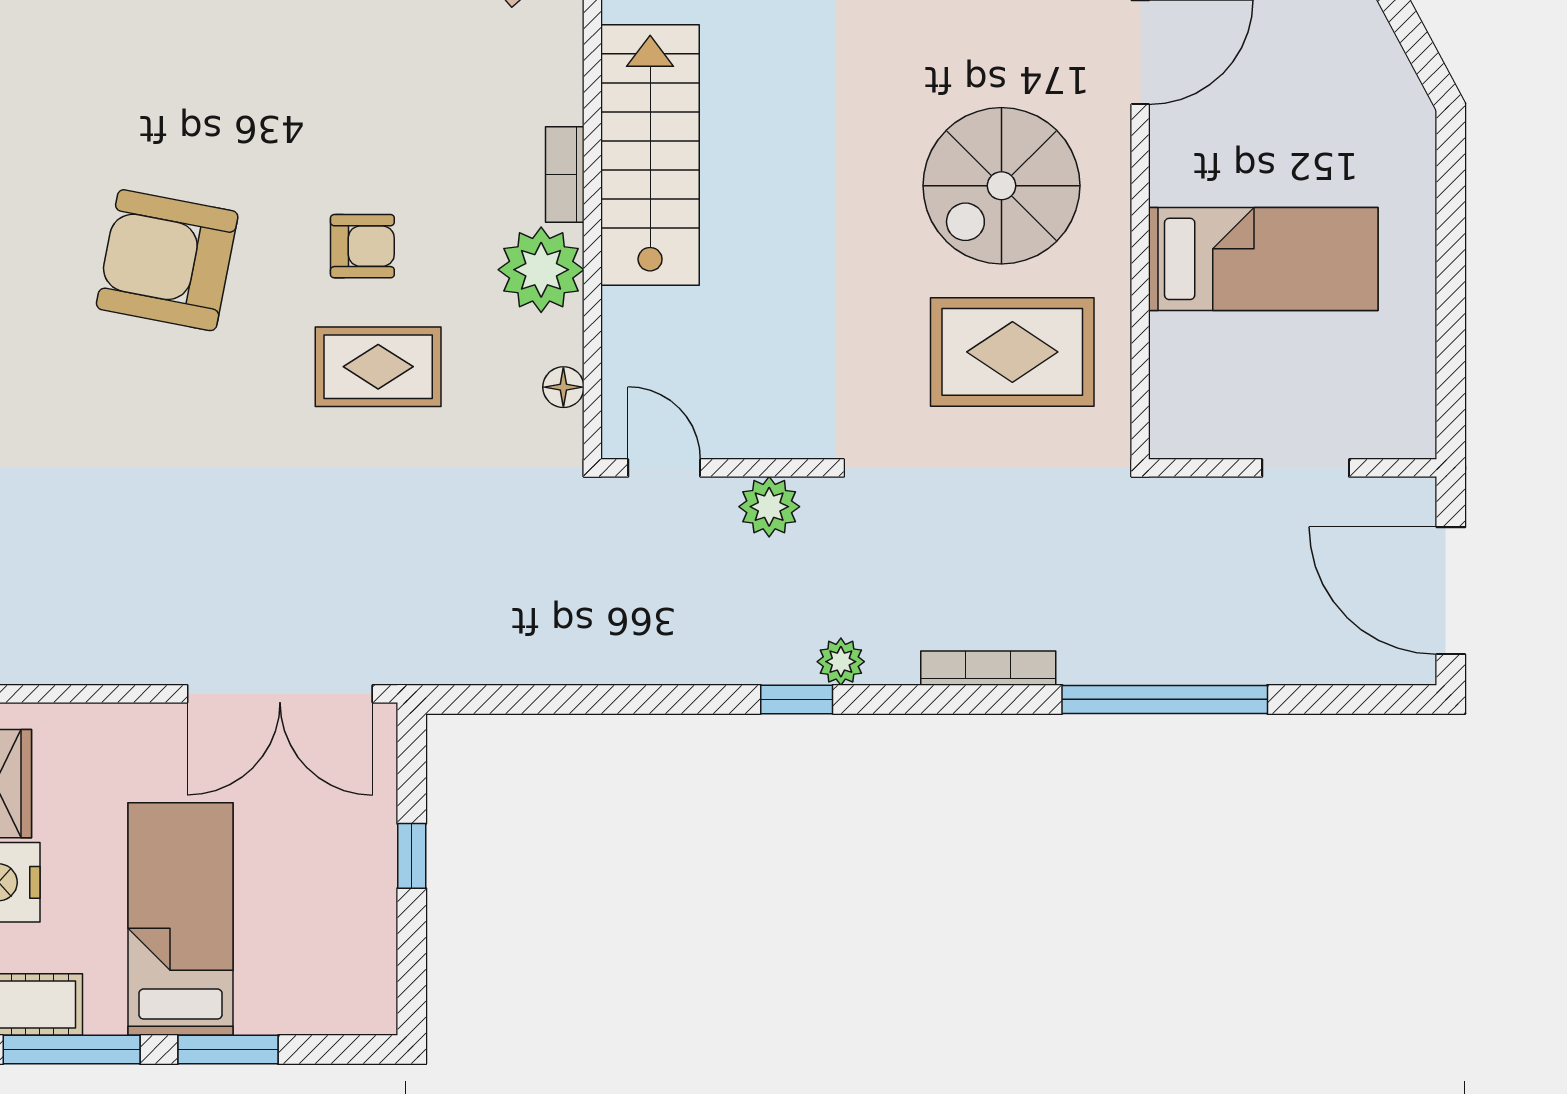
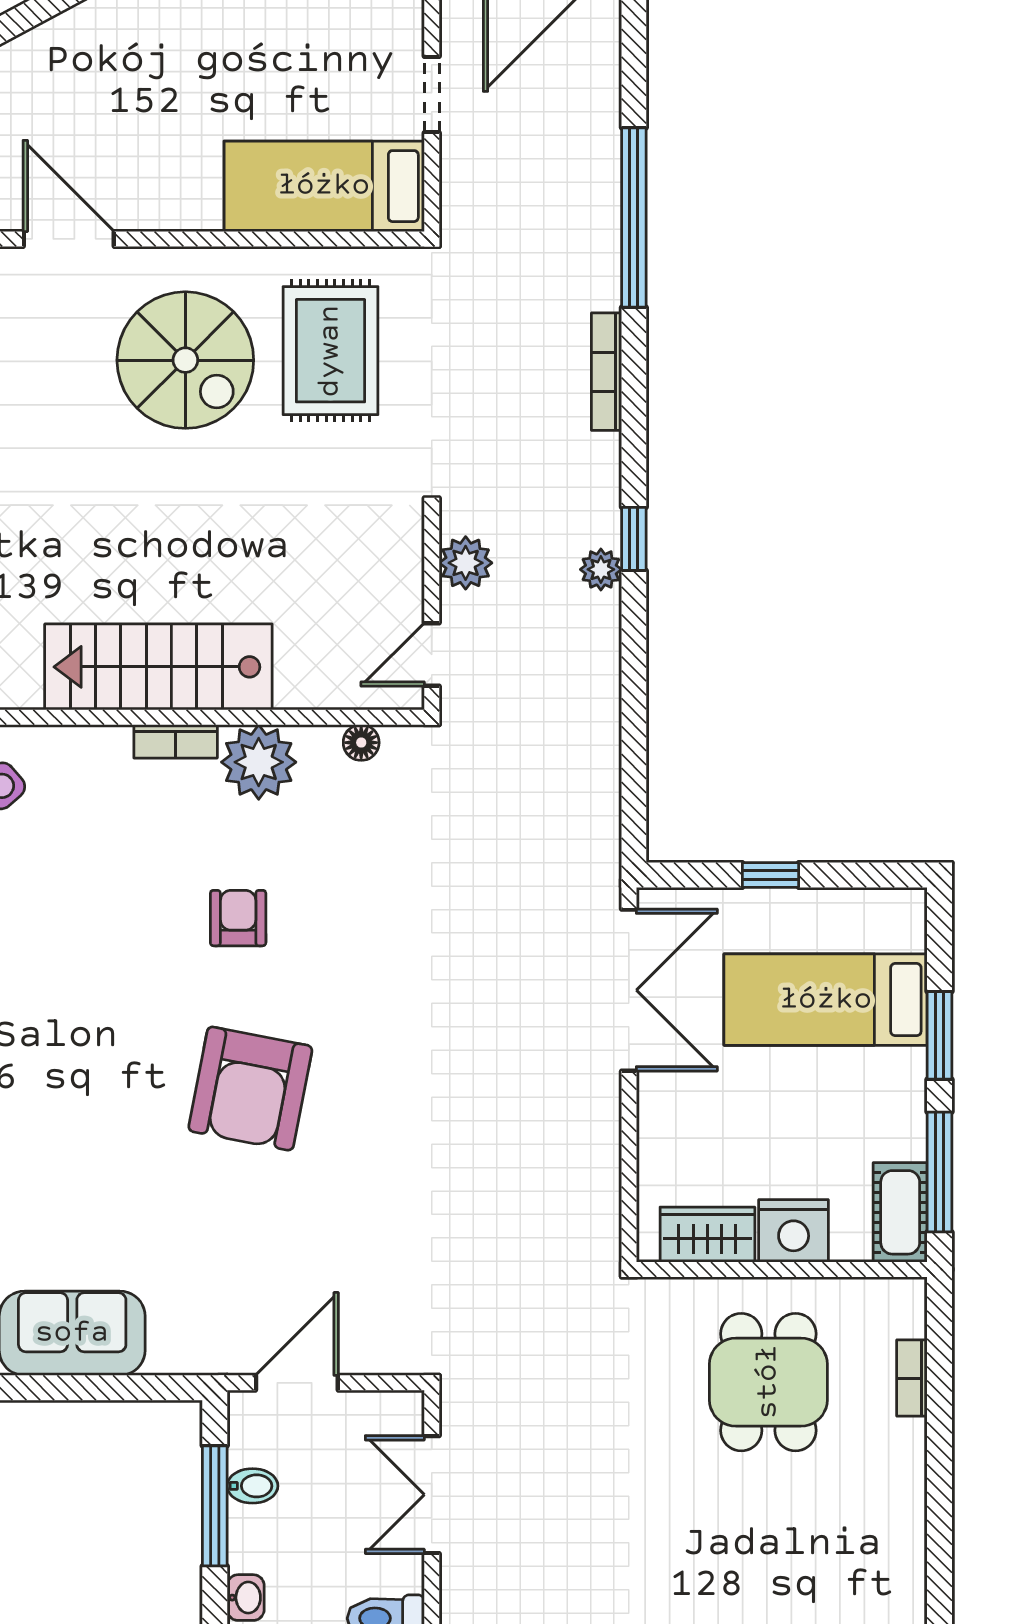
bed: (1263, 259) -> (324, 186), moved, turned -90
rug: (378, 367) -> (343, 904), removed
plant: (841, 662) -> (601, 569), moved
bed: (180, 919) -> (826, 1000), moved

